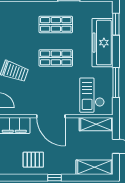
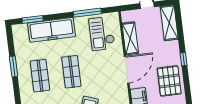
checkout: (92, 95) -> (102, 34), turned 90
shelving: (96, 124) -> (130, 38), moved
pallet: (33, 160) -> (169, 81), width x1.50, depth x1.42

